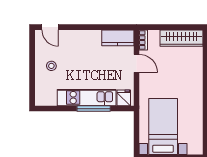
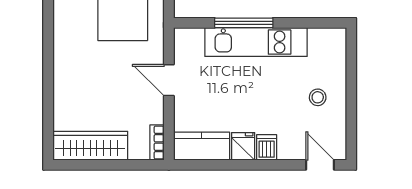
dishwasher: (81, 37) -> (267, 147), added
door: (137, 63) -> (169, 80), moved
fridge: (124, 98) -> (243, 146), moved, turned 180

